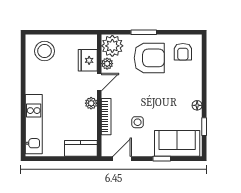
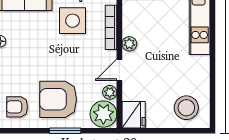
armchair: (183, 52) -> (17, 107), turned -90
fridge: (88, 60) -> (134, 115), moved
side table: (138, 122) -> (73, 21), width x1.87, depth x1.87

